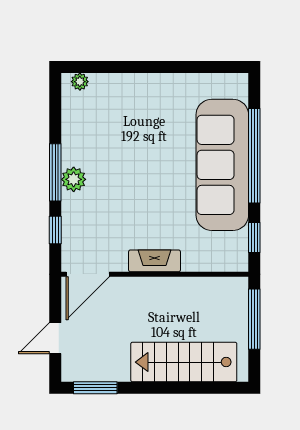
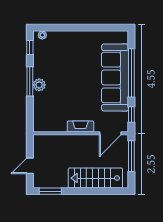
window: (55, 230) -> (30, 47), moved
door: (88, 274) -> (110, 133), moved

